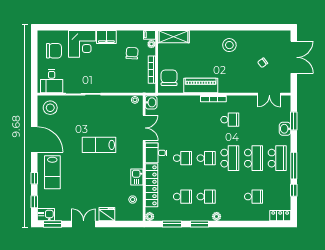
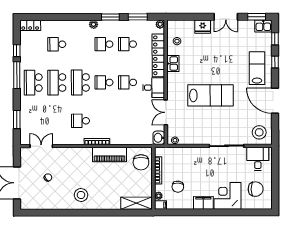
chair: (54, 51) -> (256, 189), turned 180
washbasin: (285, 129) -> (26, 112), removed
lab bench: (99, 145) -> (211, 95), width x1.36, depth x1.39

